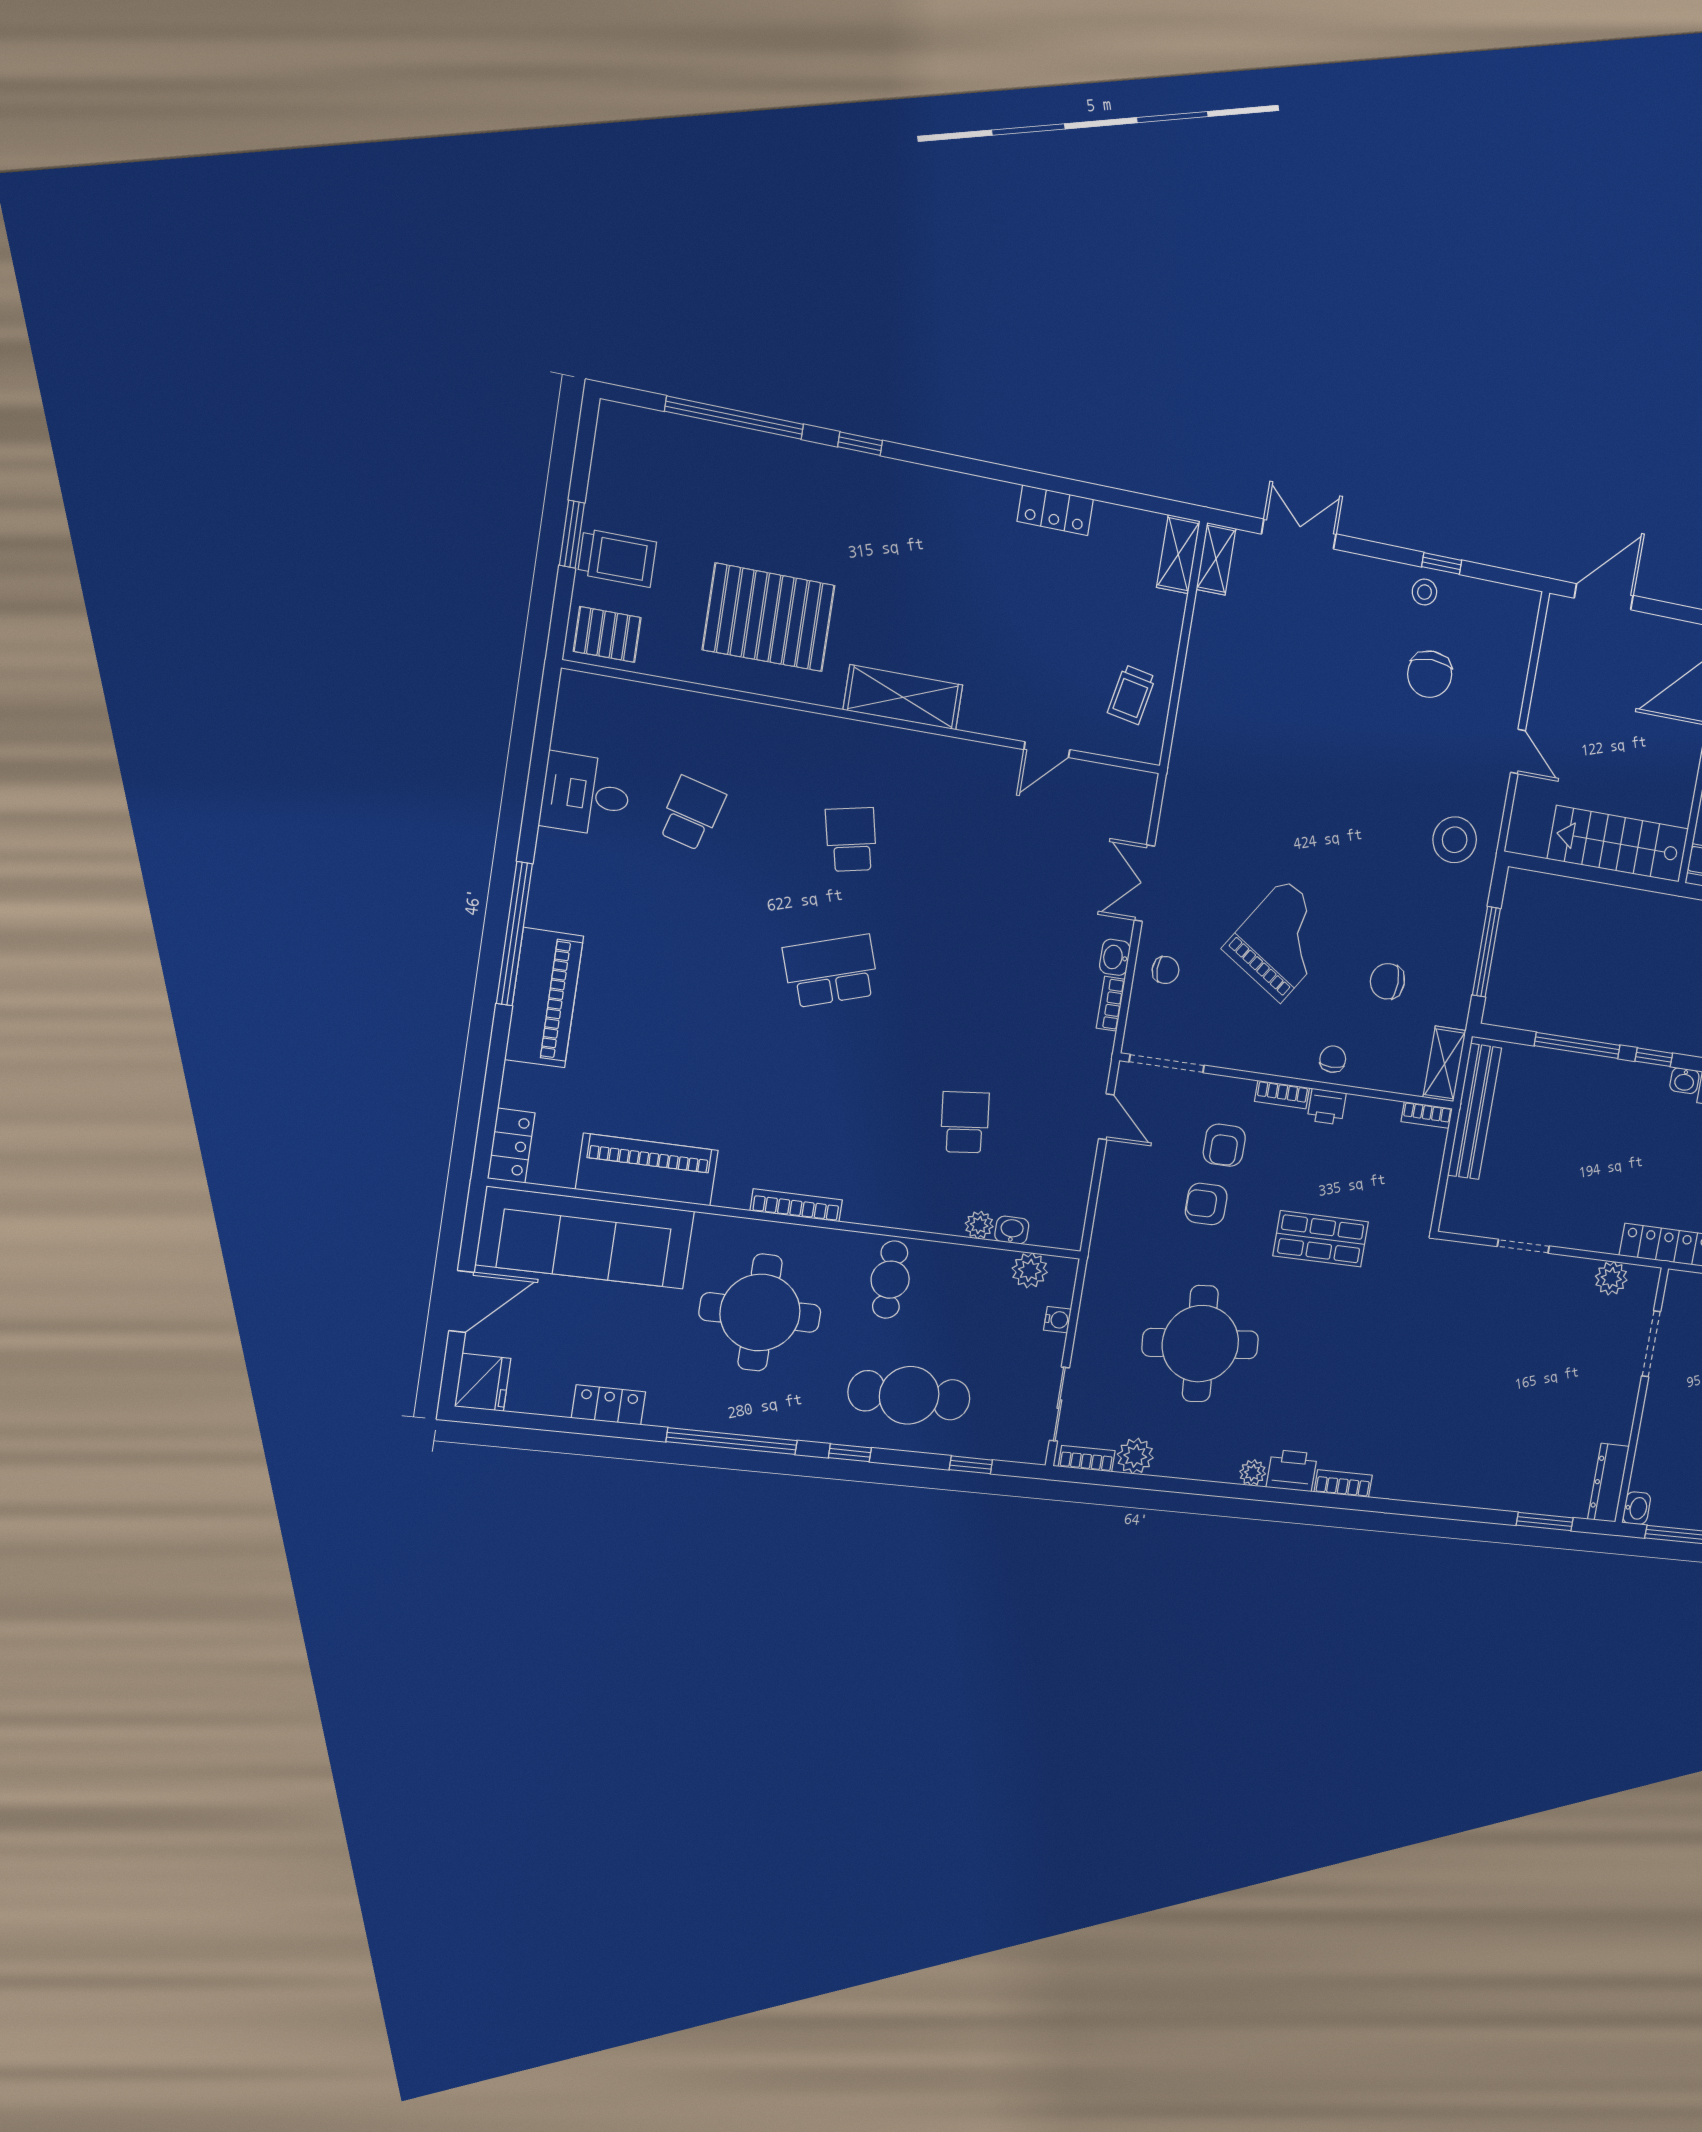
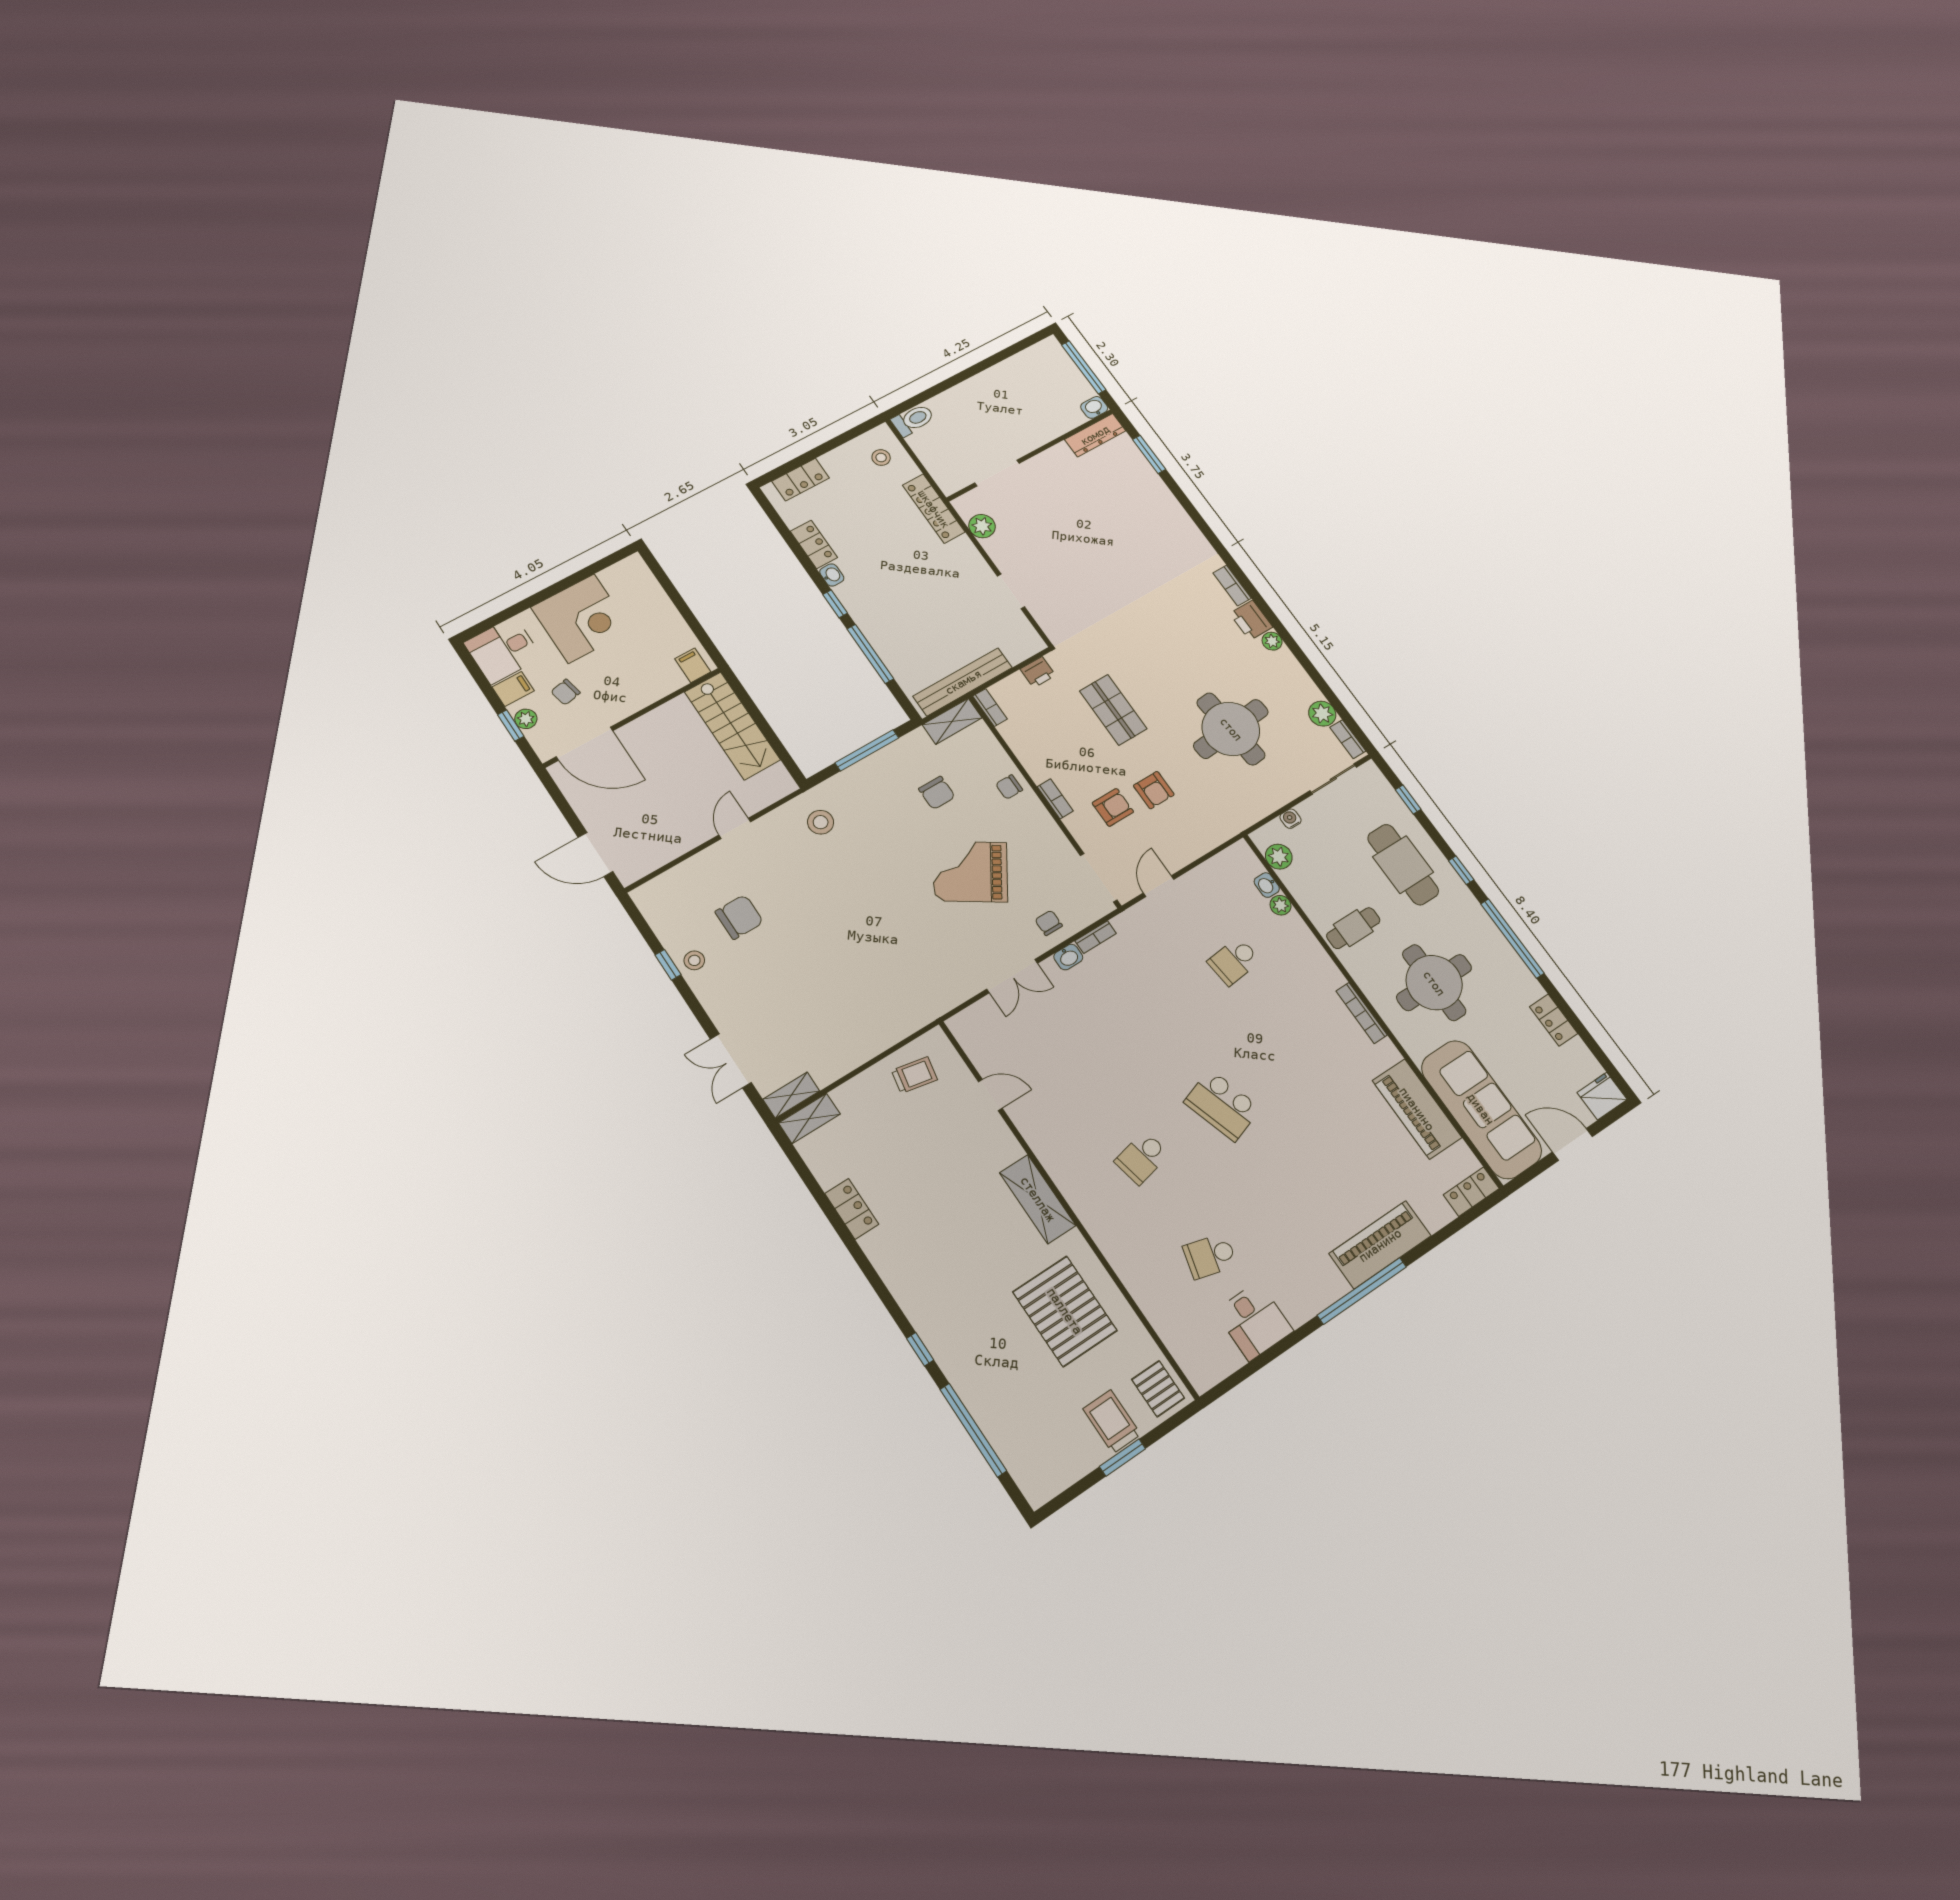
stool: (1455, 840) -> (821, 822), width x0.73, depth x0.73
printer: (1327, 1107) -> (1038, 672), moved, turned 90

